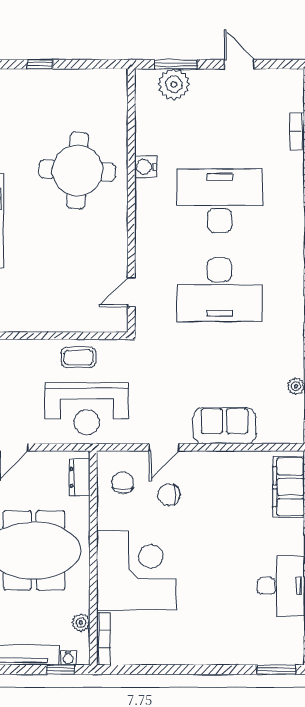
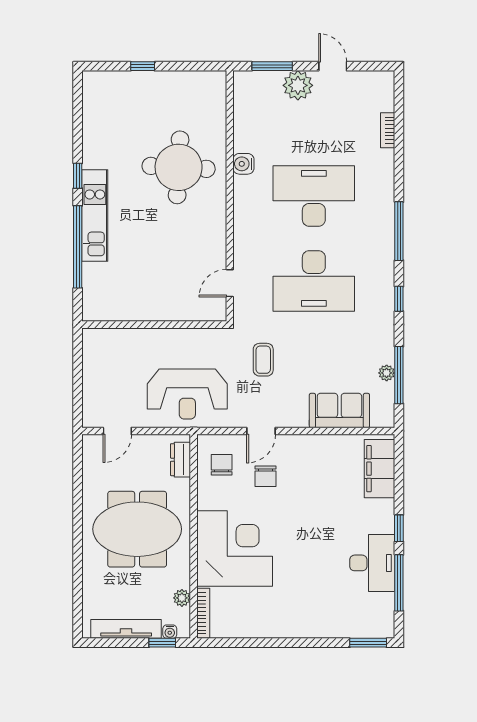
plant: (174, 84) -> (298, 85), moved
coffee table: (79, 357) -> (263, 360), moved, turned 90
sofa: (225, 426) -> (339, 411), moved
chair: (169, 495) -> (265, 476), turned -90

